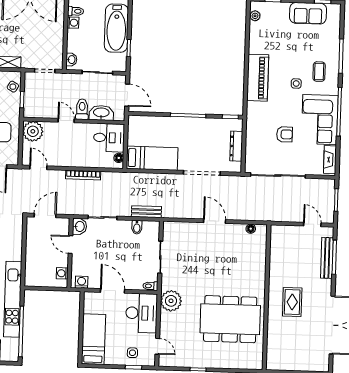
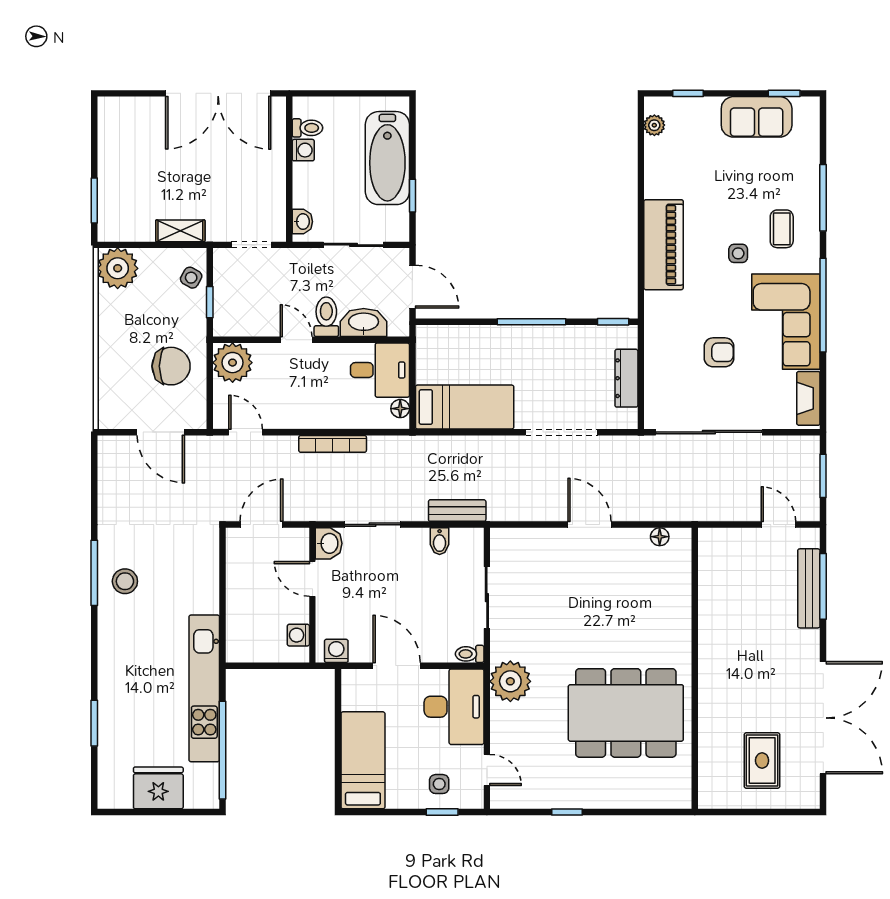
rug: (292, 302) -> (762, 761), moved

